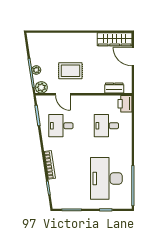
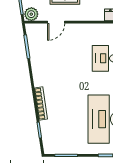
door: (63, 94) -> (56, 22), hinge flipped
desk: (61, 126) -> (54, 58), removed

